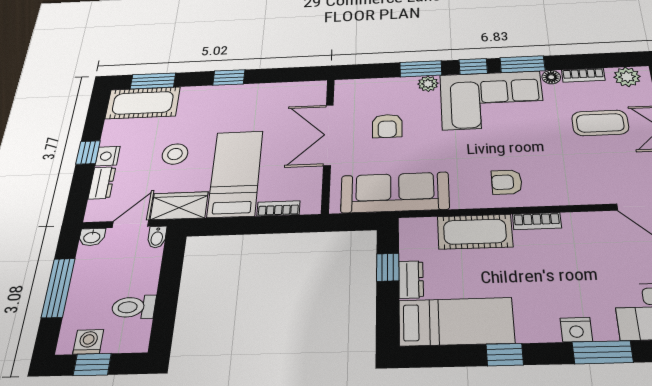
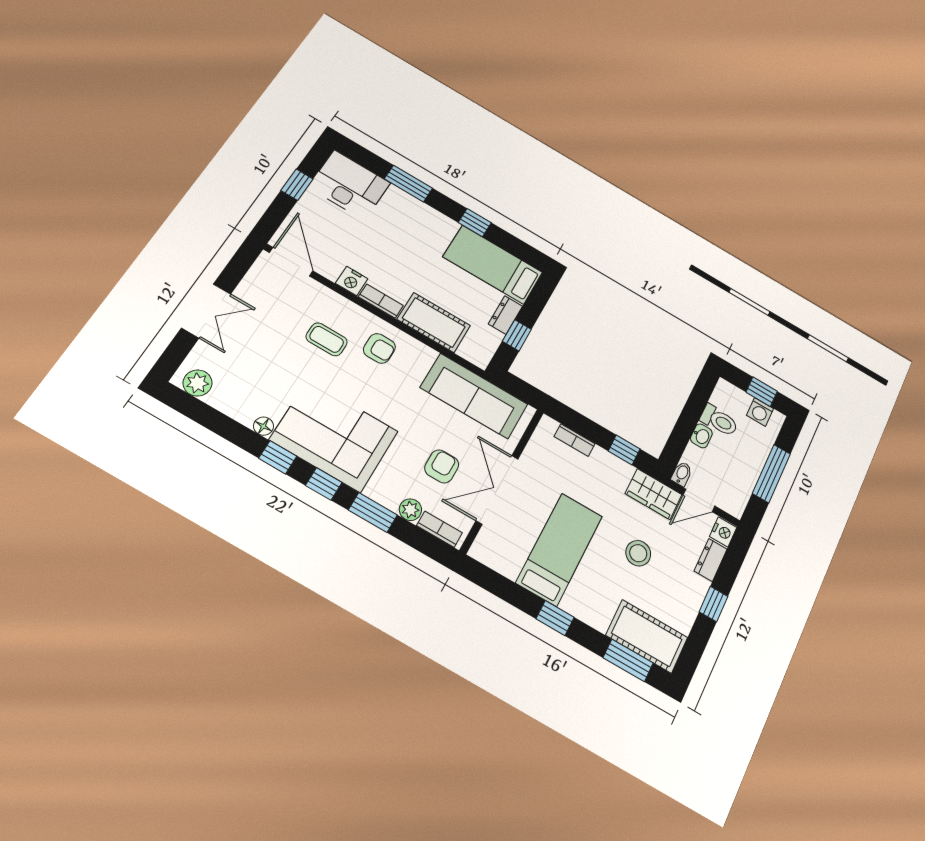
window: (522, 64) -> (278, 457), width x0.67
bookcase: (583, 75) -> (439, 529), moved
plant: (428, 84) -> (410, 510), moved
coffee table: (600, 123) -> (327, 339), moved, width x0.73, depth x0.77
double door: (328, 135) -> (497, 490), swing flipped
nightstand: (108, 156) -> (723, 532), moved
bed: (236, 173) -> (559, 549), moved, turned 180
window: (225, 226) -> (624, 450), added
washbasin: (92, 237) -> (701, 436), moved, turned 90
nightstand: (576, 330) -> (352, 281), moved, turned 180

